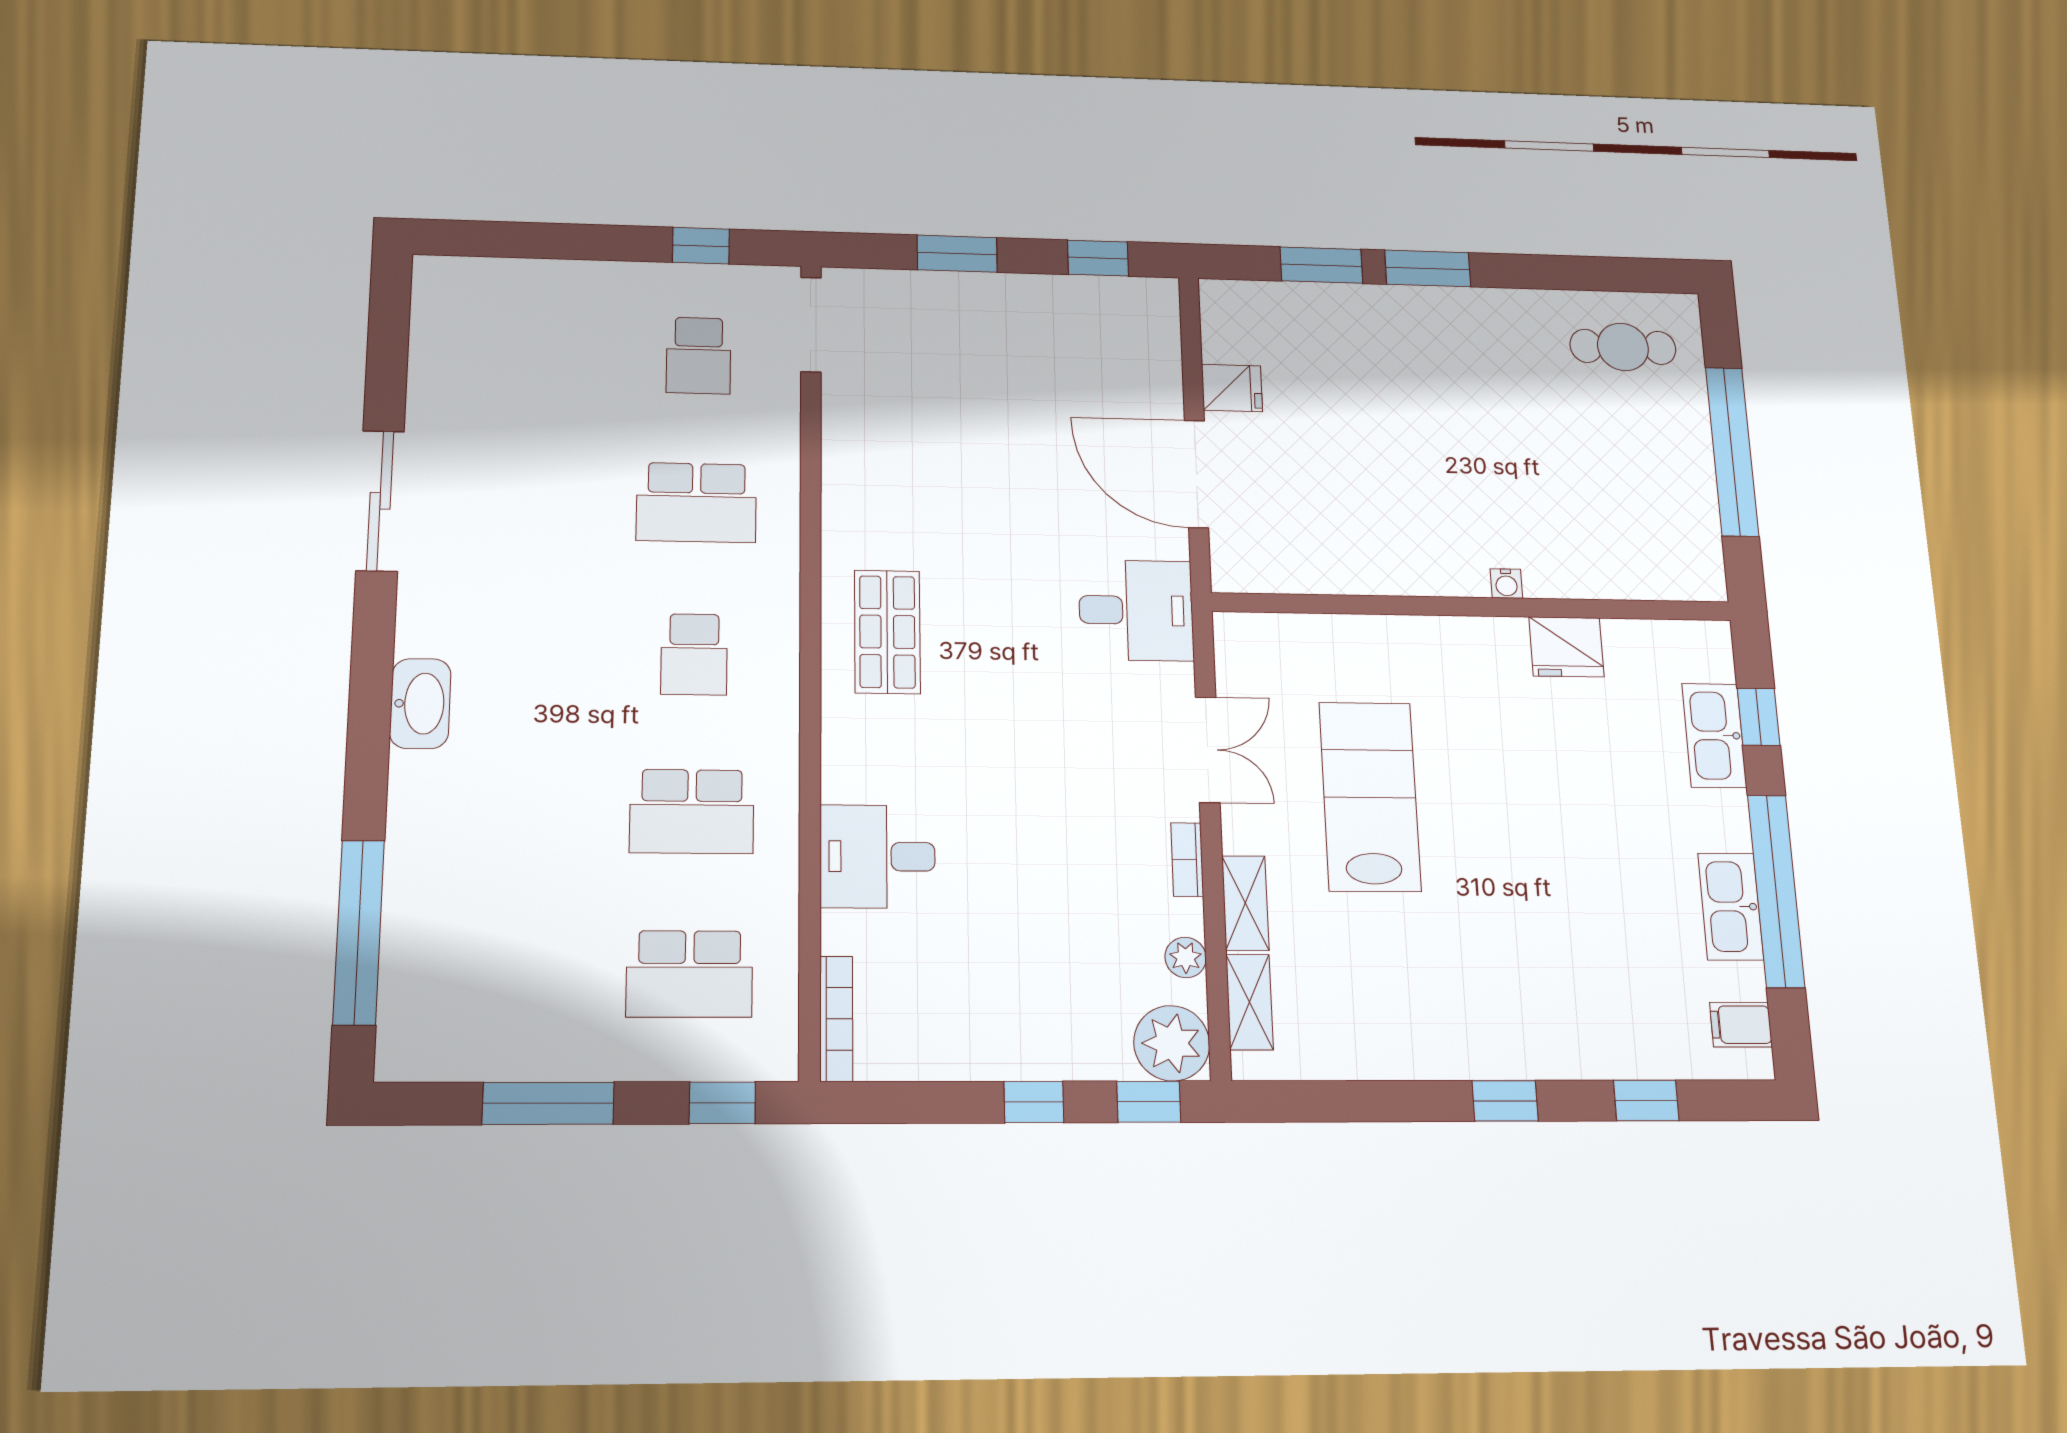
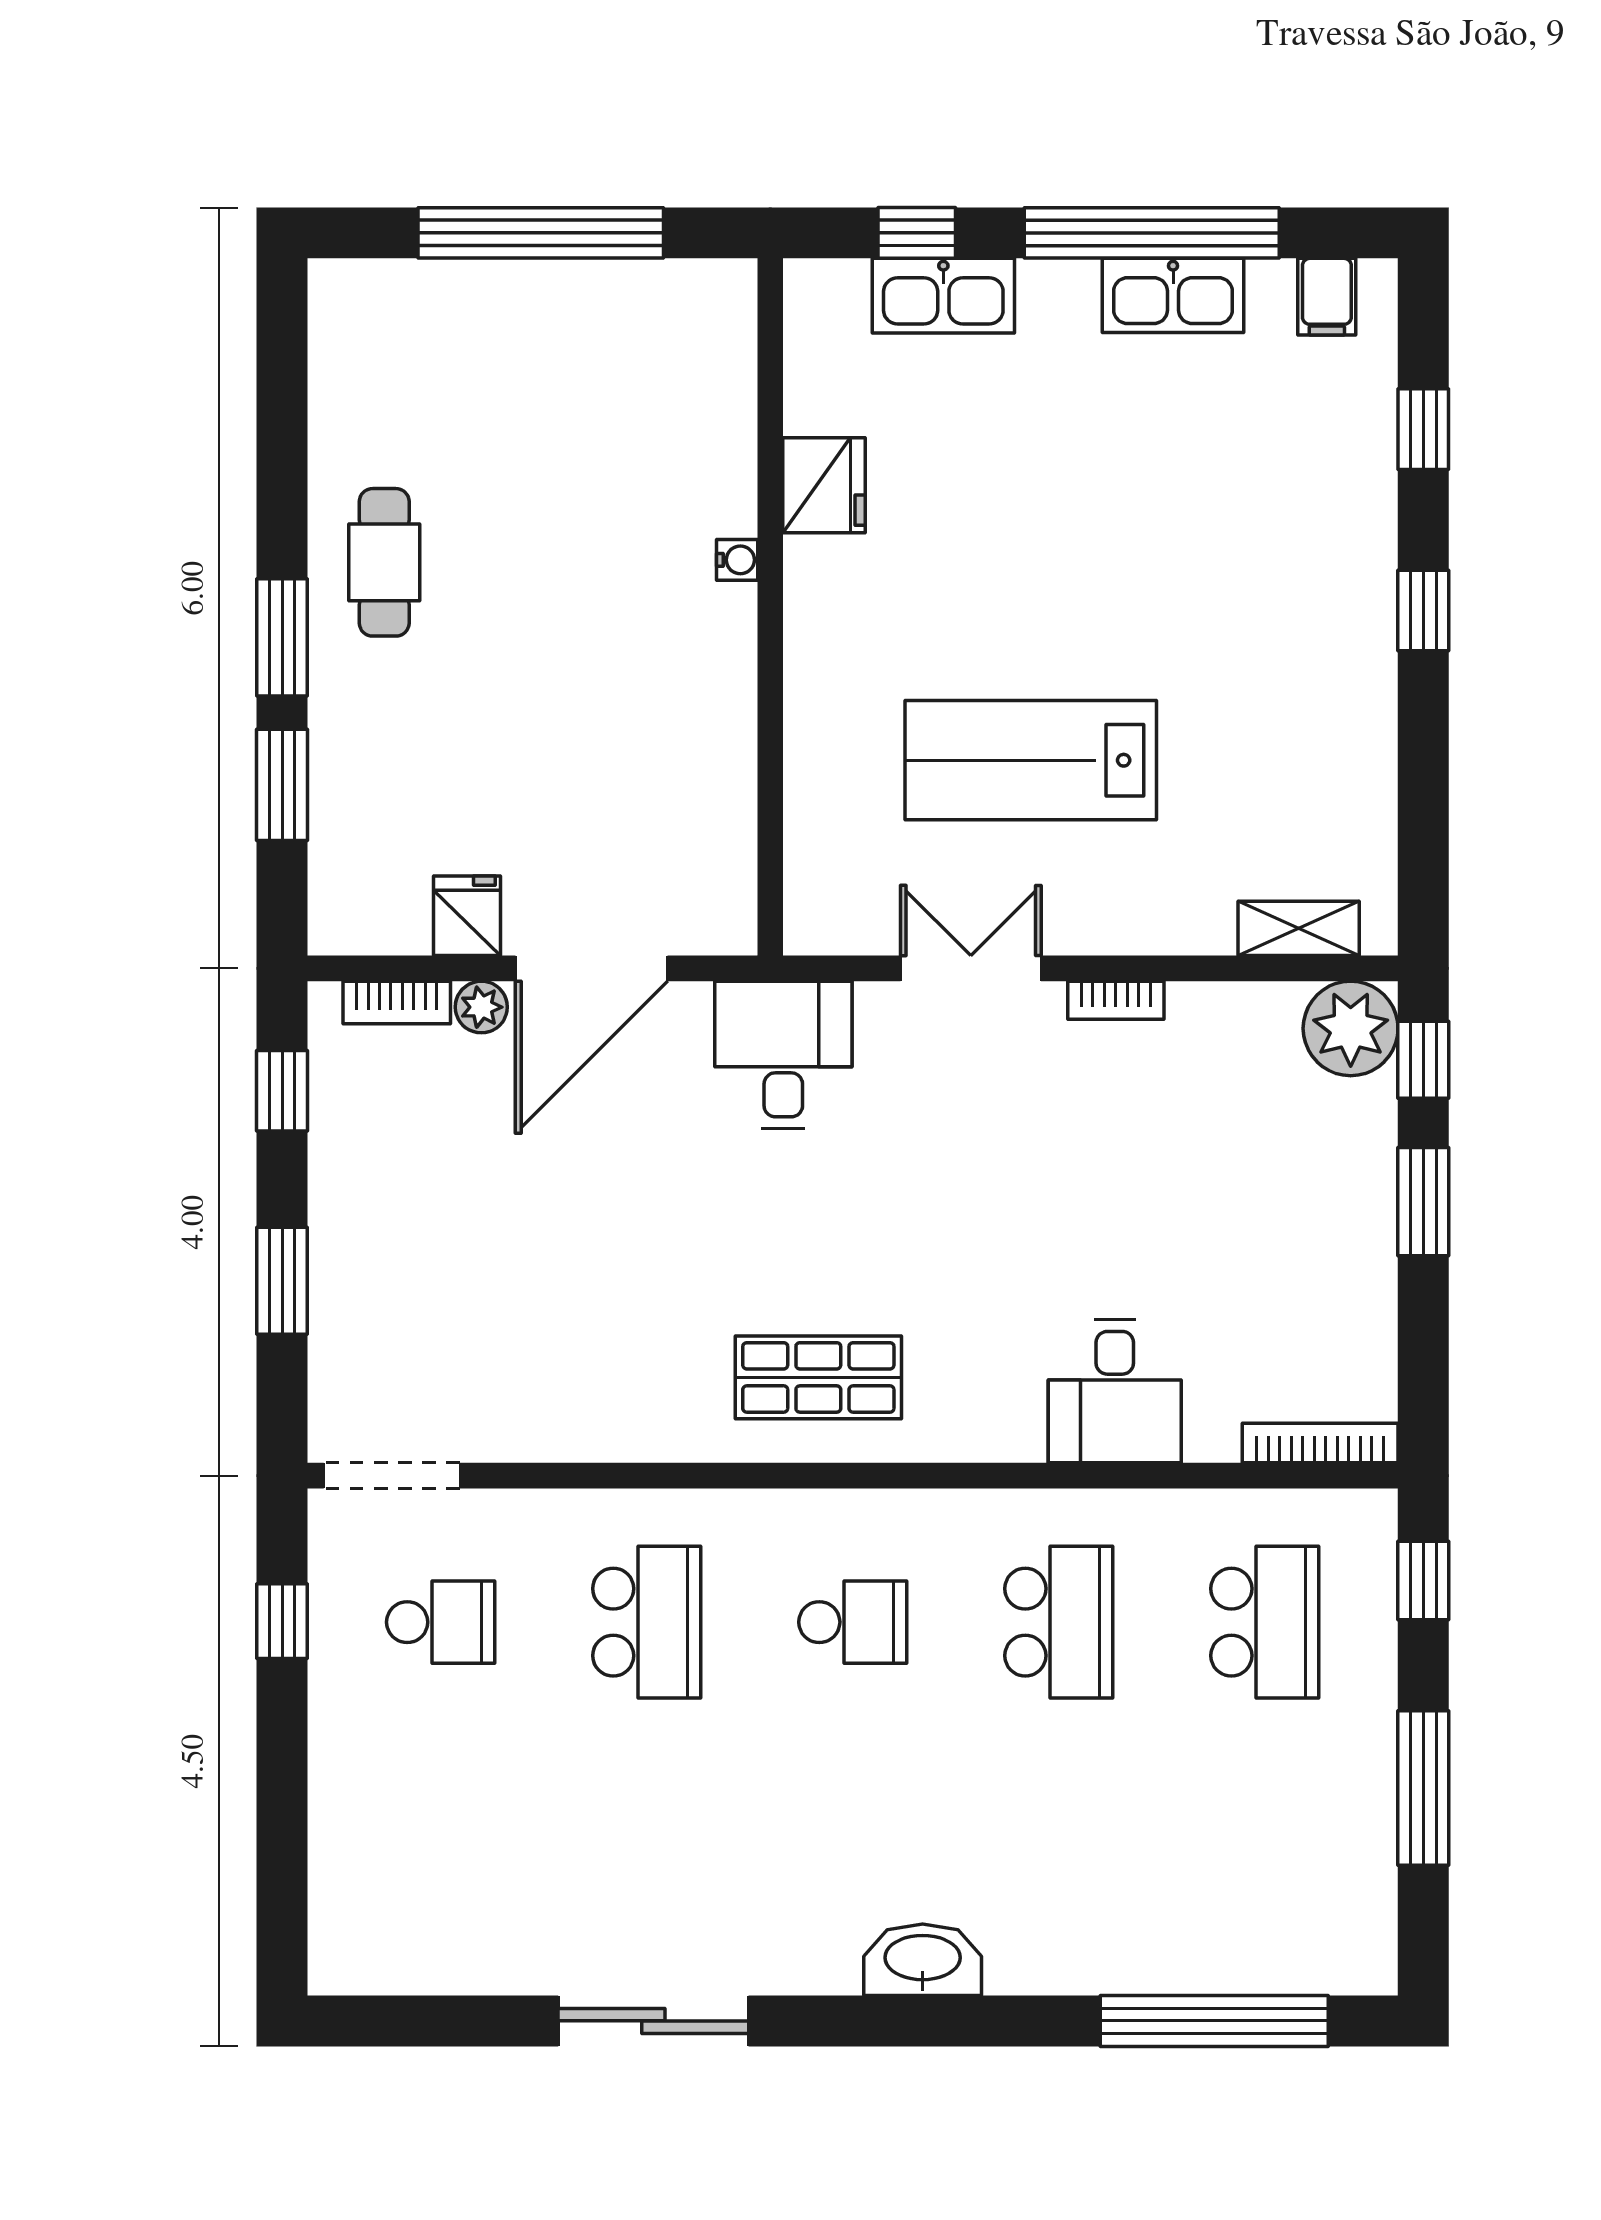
bookcase: (1166, 338) -> (397, 1003), added
cafe table: (1623, 347) -> (384, 562), moved
shelving: (1245, 903) -> (1172, 928), removed
plant: (1186, 958) -> (481, 1007), moved
window: (1034, 1102) -> (1423, 1202), width x1.50

